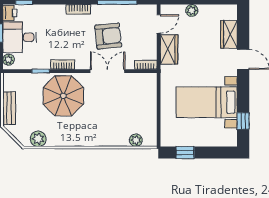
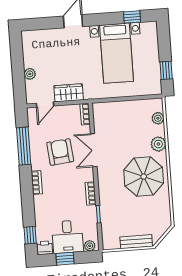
door: (159, 24) -> (45, 105), swing flipped
wardrobe: (229, 34) -> (50, 37), removed
parasol: (63, 96) -> (144, 177), moved
plant: (38, 139) -> (158, 144), moved

